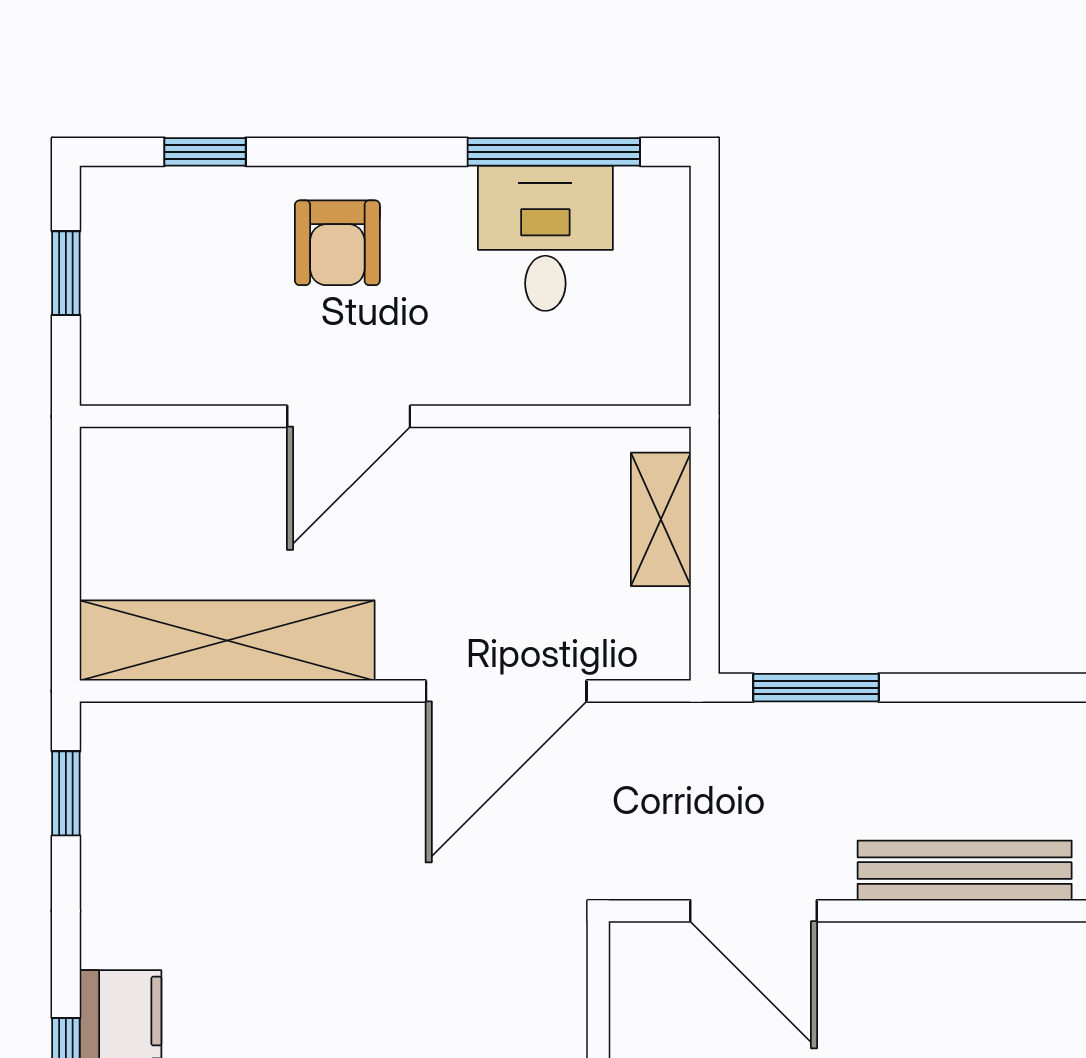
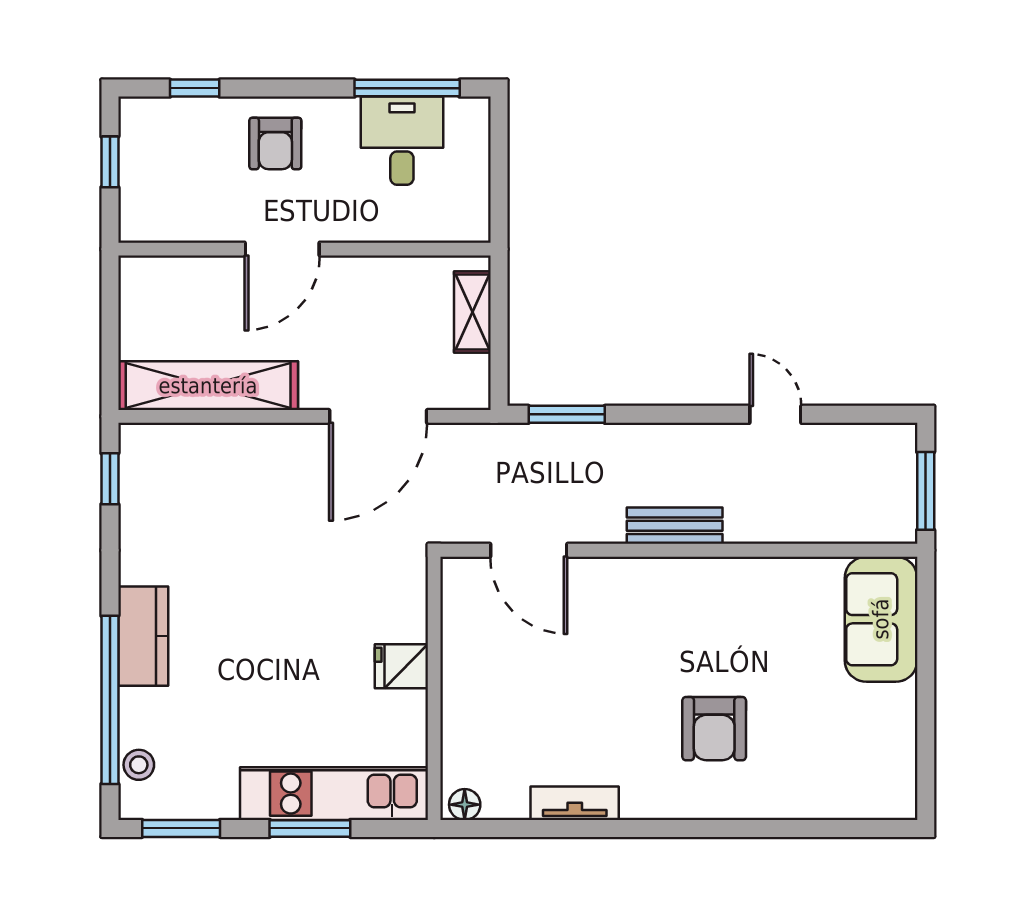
bench: (965, 871) -> (675, 526), width x0.73

